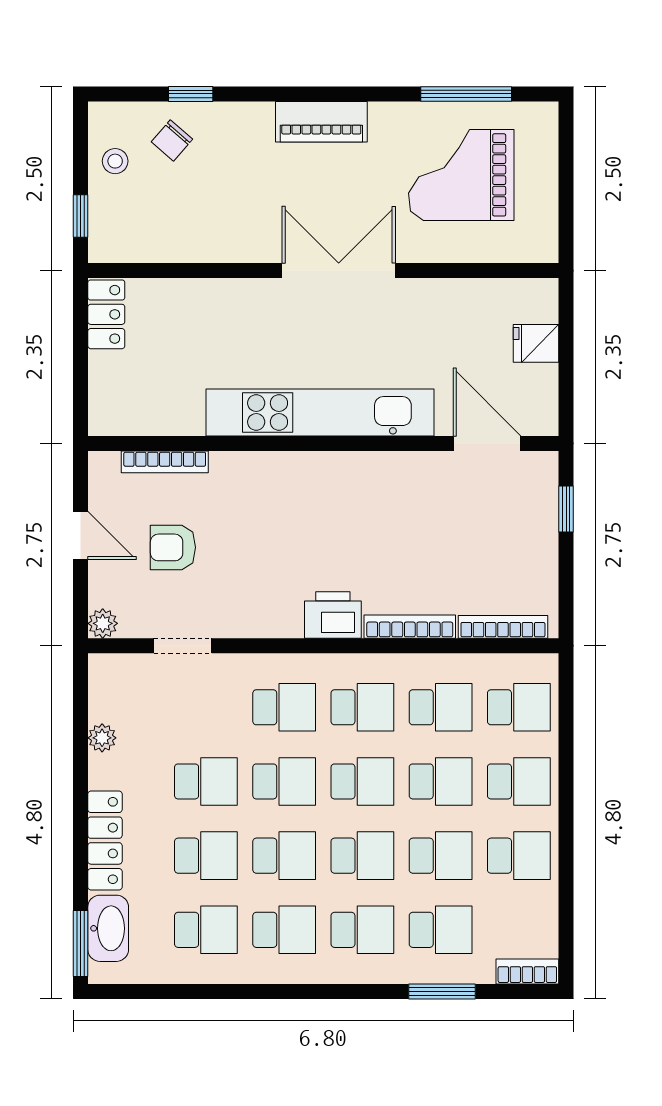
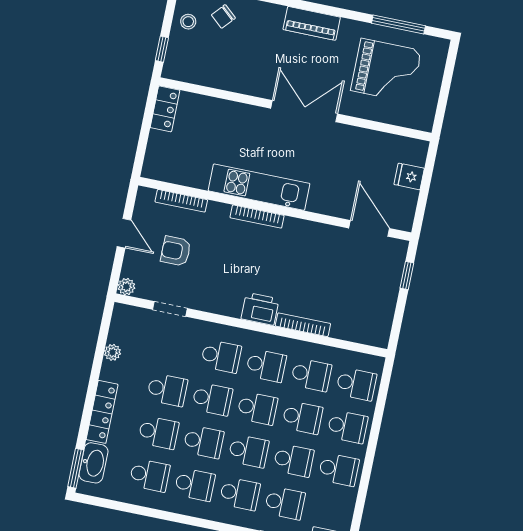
grand piano: (461, 175) -> (386, 71), turned 180
kitchen unit: (320, 412) -> (259, 187), width x0.73
bookcase: (503, 627) -> (257, 217), moved, turned 180

